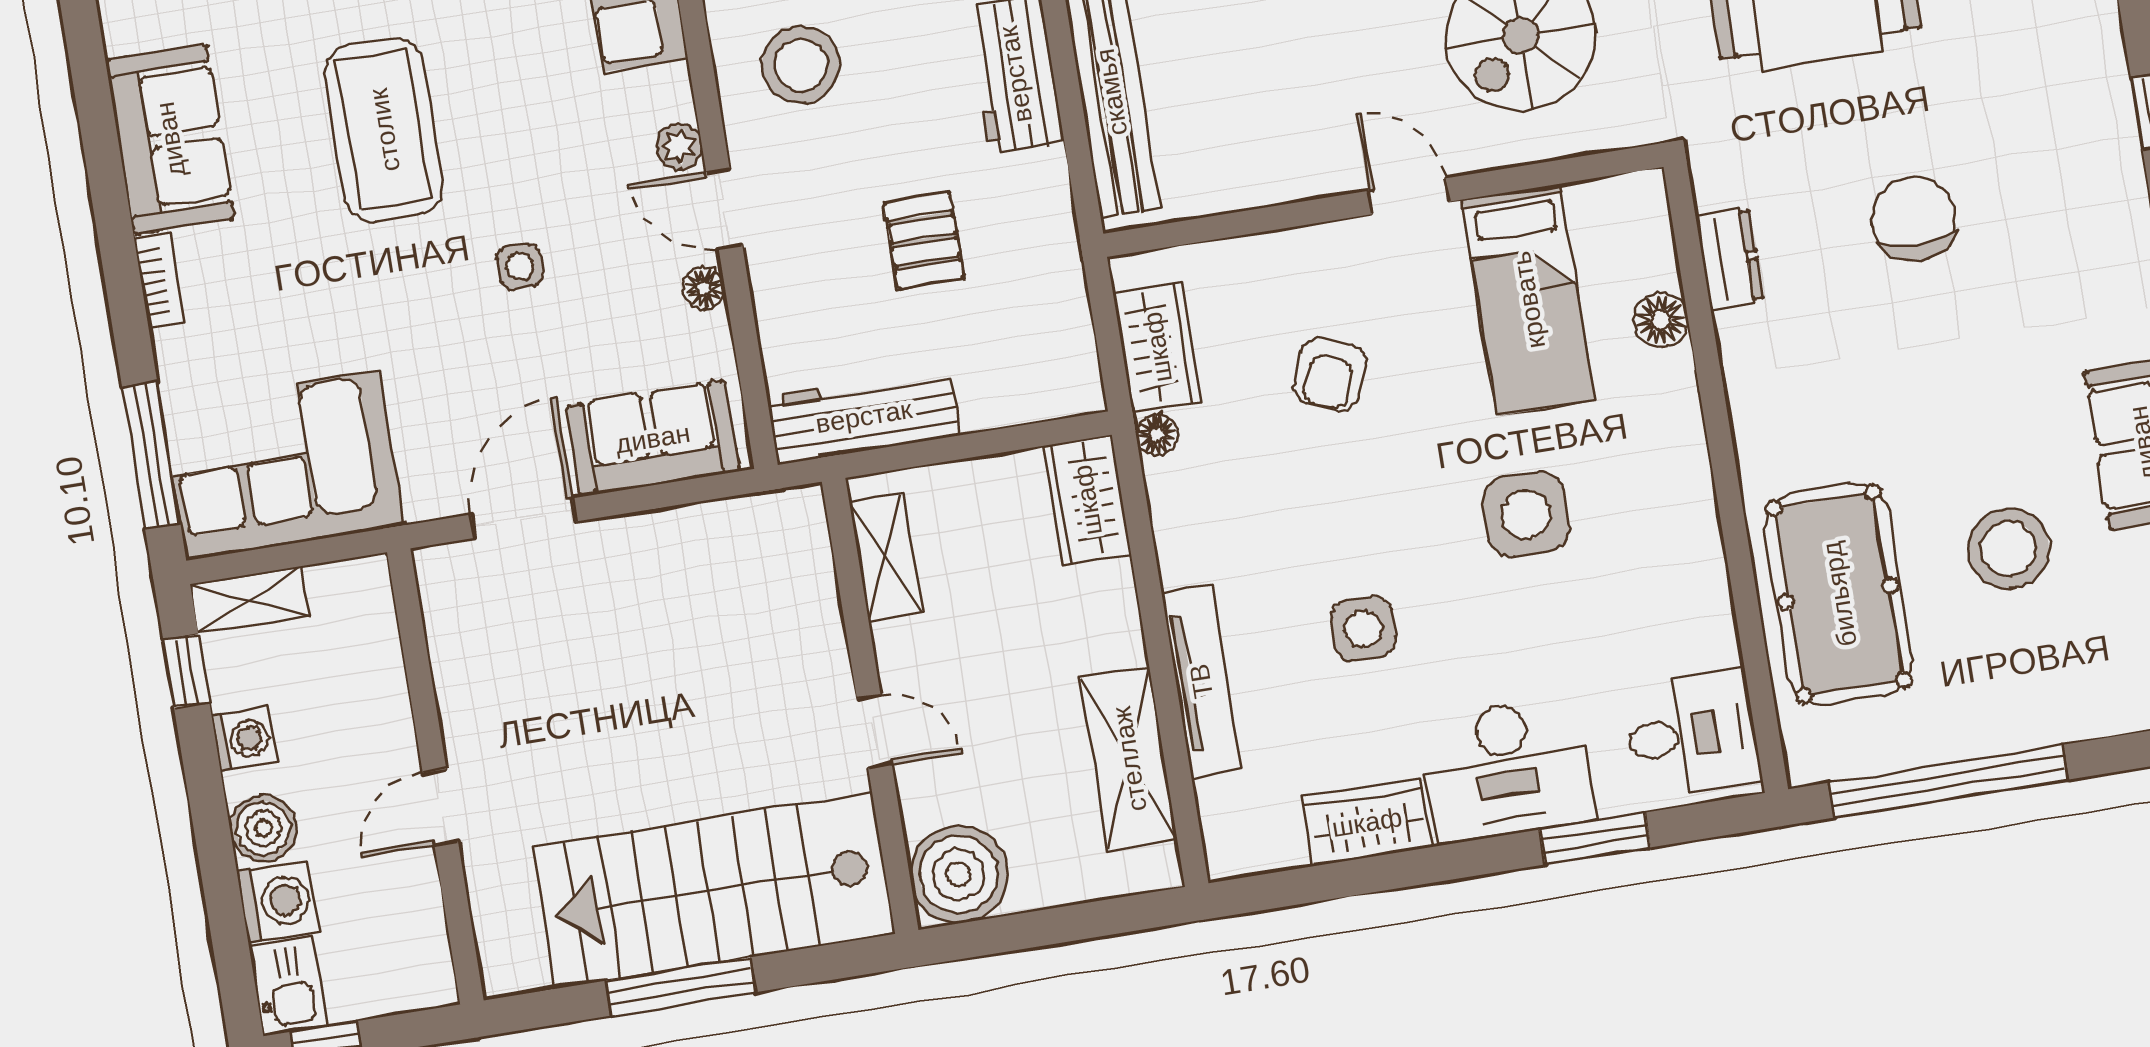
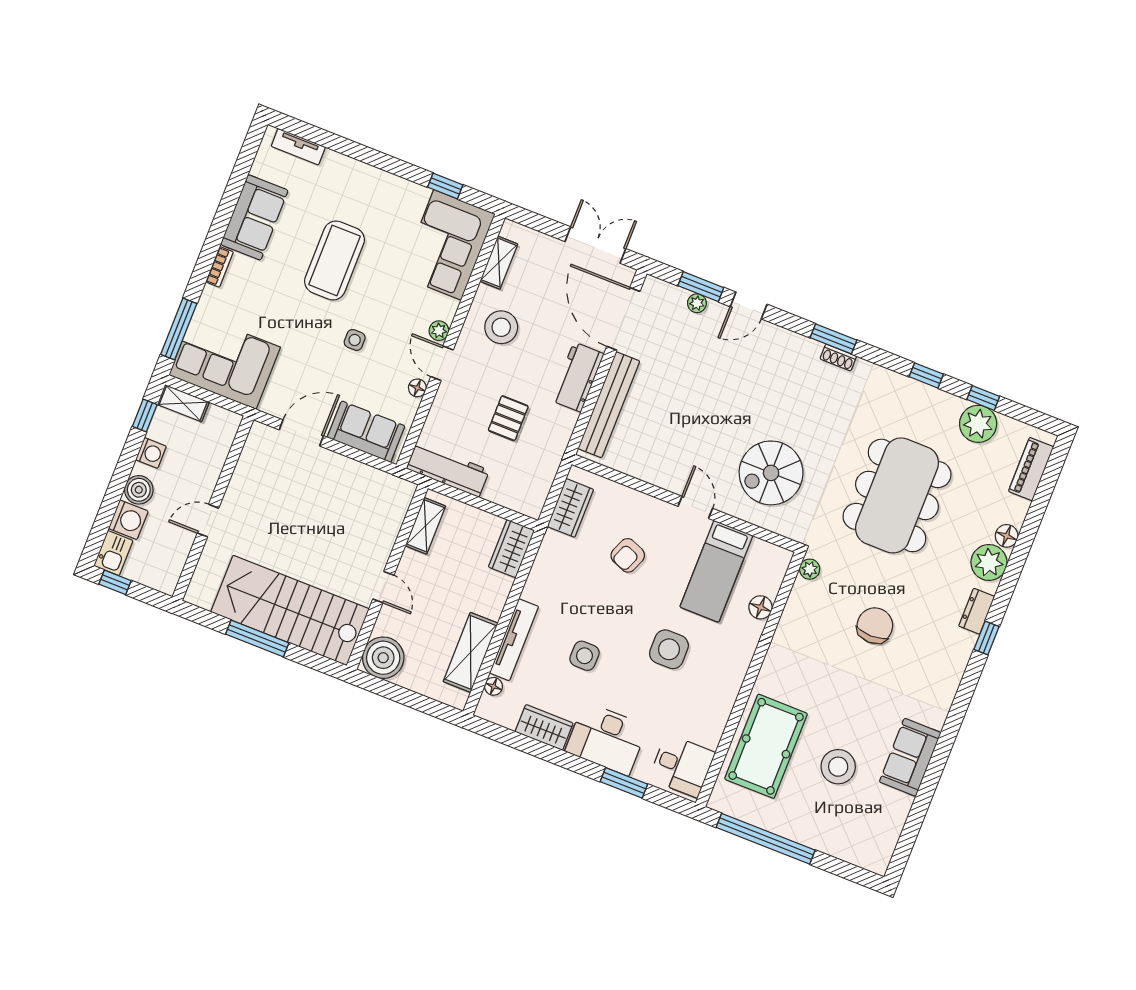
plant: (1714, 184) -> (810, 569), added
dresser: (1730, 259) -> (977, 611), moved, turned 180
floor lamp: (1157, 435) -> (494, 686), moved

